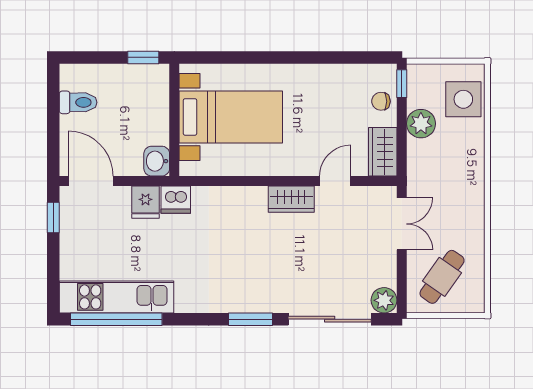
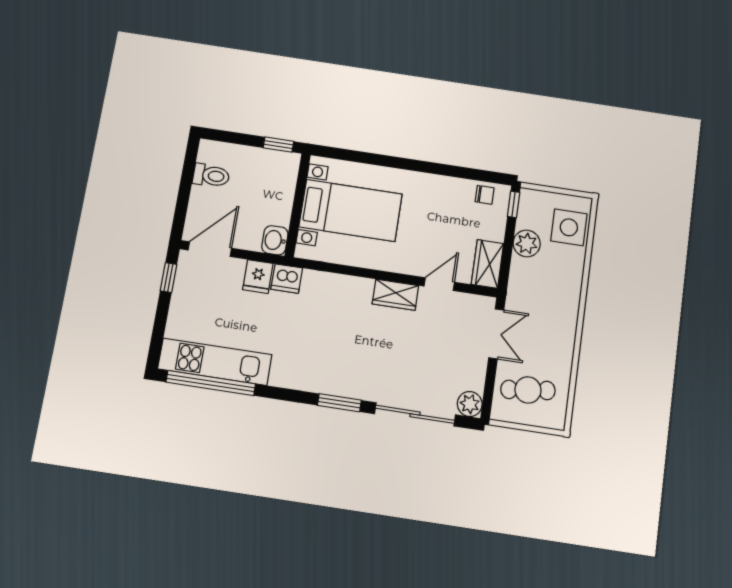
chair: (381, 101) -> (485, 195), moved, turned 180
door: (91, 181) -> (210, 249), hinge flipped
cafe table: (442, 277) -> (528, 390), turned 48

